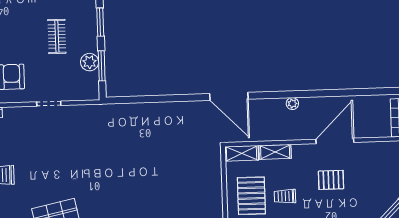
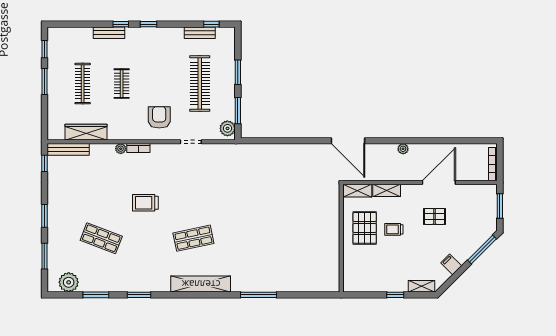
clothes rail: (57, 36) -> (200, 84), width x1.86, depth x1.31
plant: (90, 62) -> (227, 128), moved

